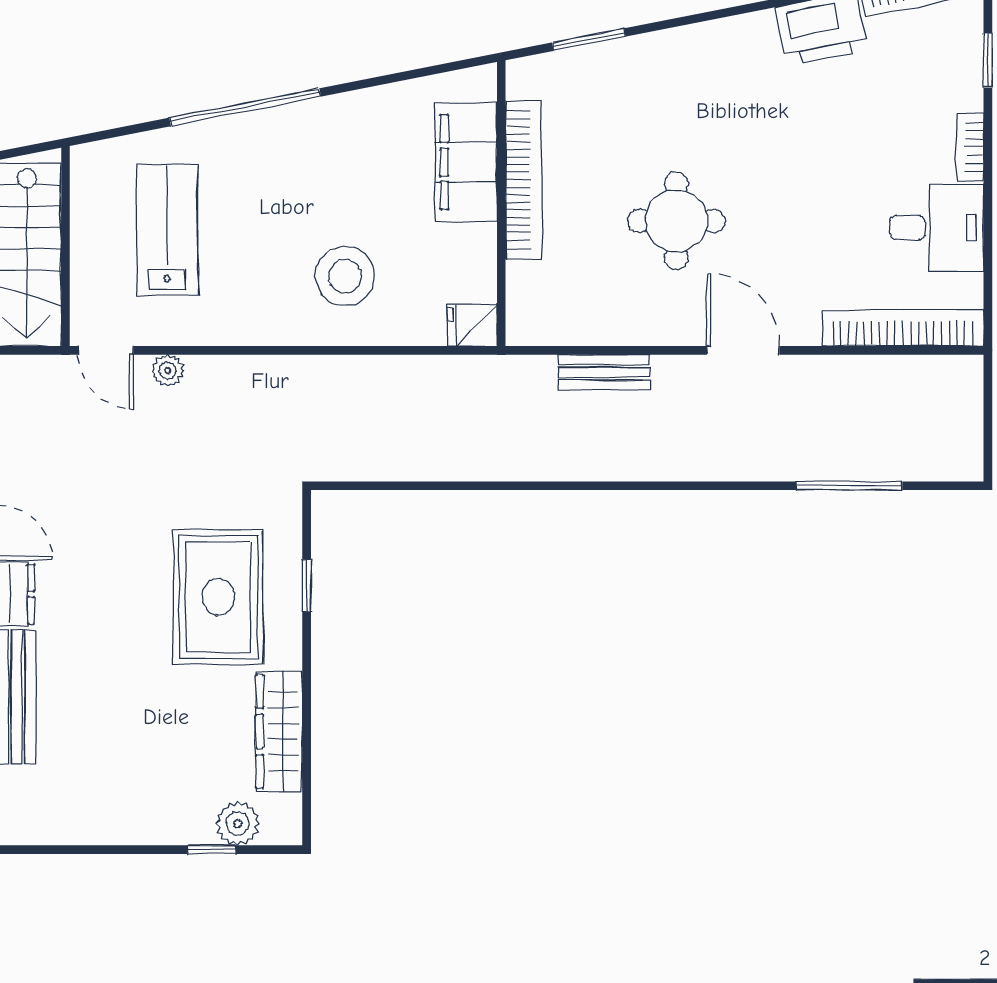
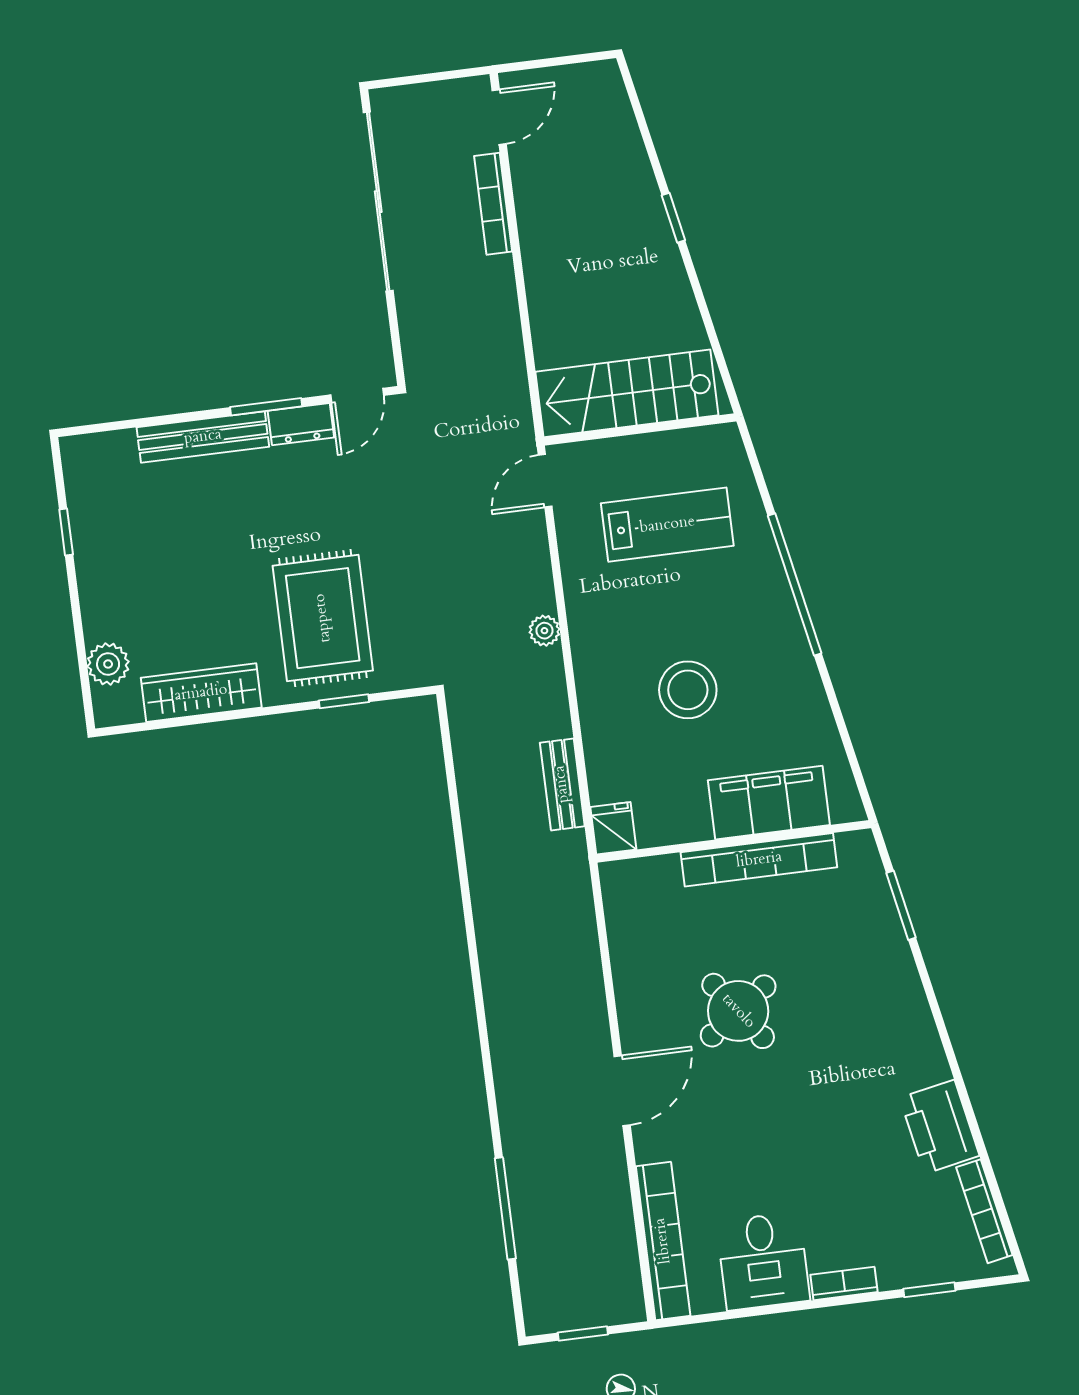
round table: (676, 221) -> (738, 1011), turned -36
stool: (345, 276) -> (688, 690), moved
plant: (168, 370) -> (544, 631), moved
bench: (604, 372) -> (562, 784), moved
window: (988, 422) -> (583, 1334), added
rug: (218, 597) -> (323, 618), turned 90
window: (211, 850) -> (66, 532), moved

